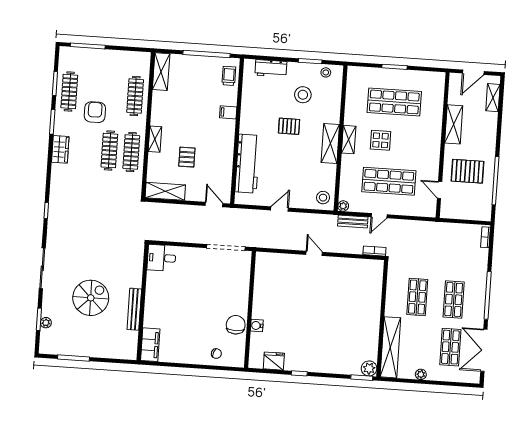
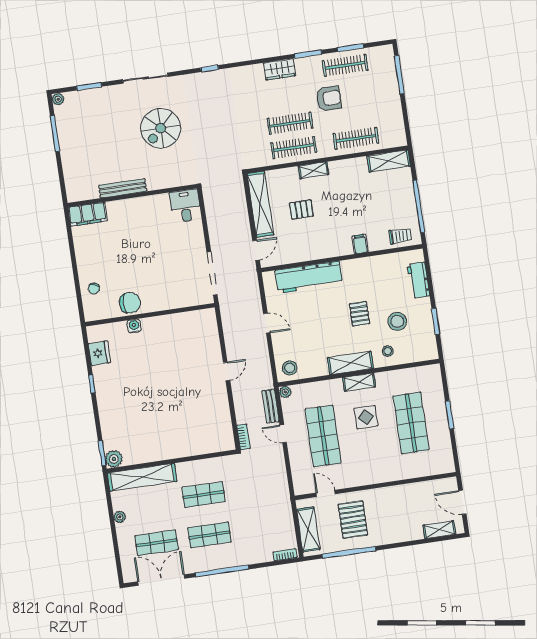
stool: (326, 72) -> (388, 351), moved
shelving: (454, 124) -> (308, 529), moved, turned 90
door: (440, 190) -> (326, 493), hinge flipped
shelving: (165, 191) -> (260, 204), width x1.47
spiral stairs: (91, 298) -> (161, 128), moved, turned 90
plant: (46, 323) -> (58, 99), moved

